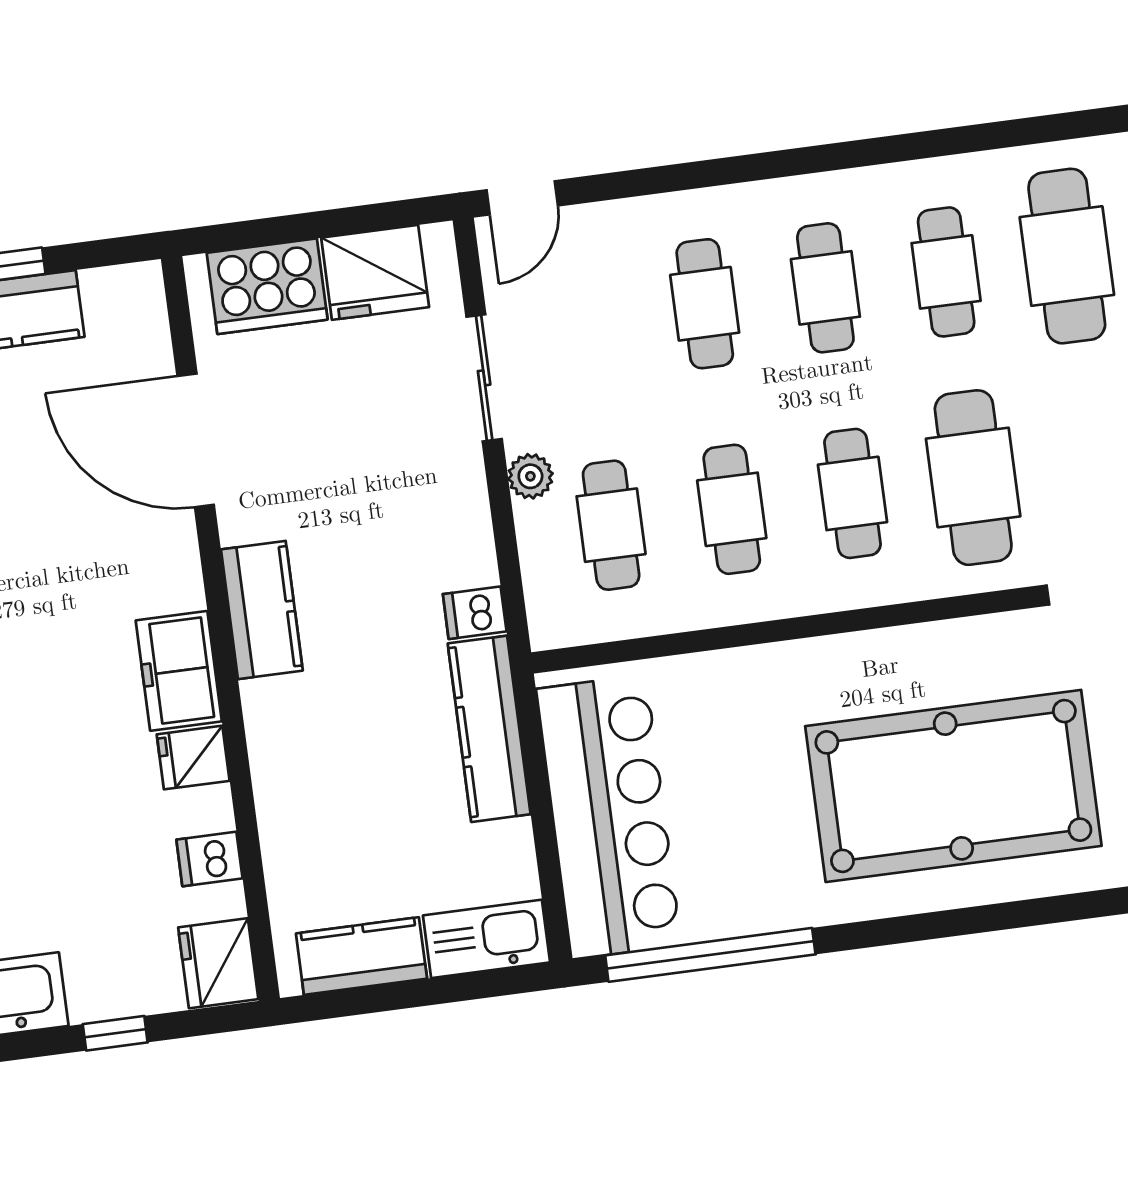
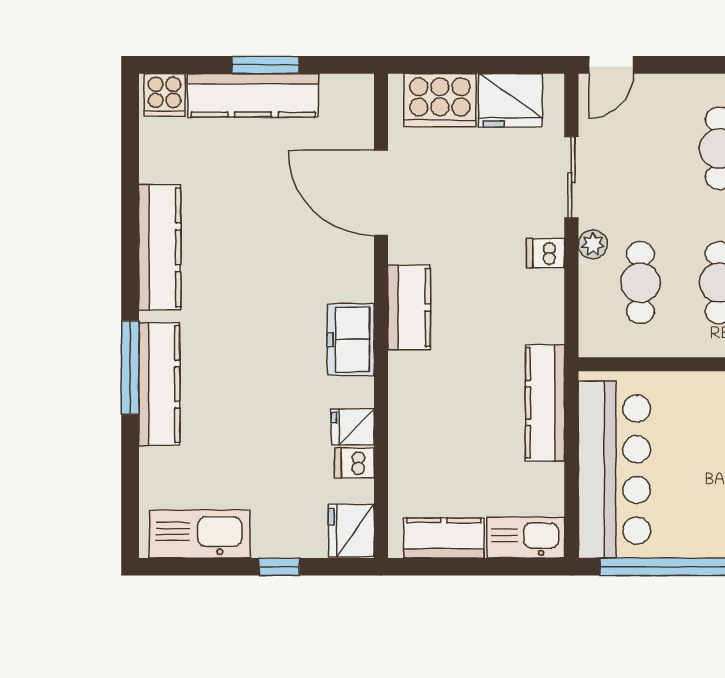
dishwasher: (475, 613) -> (546, 253), moved
fridge: (193, 758) -> (353, 427), moved

